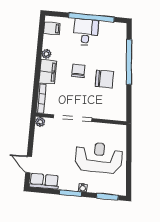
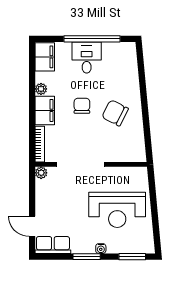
filing cabinet: (52, 28) -> (45, 57), width x2.00
window: (129, 62) -> (143, 89), removed
chair: (105, 79) -> (115, 113), turned -153
reception desk: (99, 158) -> (117, 210), turned 180

